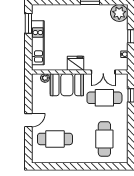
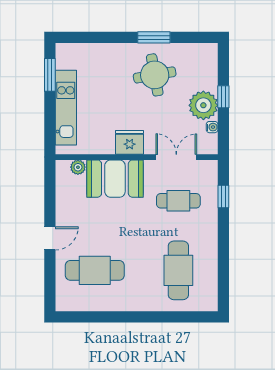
plant: (119, 13) -> (203, 105), moved
round table: (90, 23) -> (155, 75), added
double door: (103, 72) -> (176, 157), swing flipped
cafe table: (104, 98) -> (178, 201), width x0.73, depth x0.74

